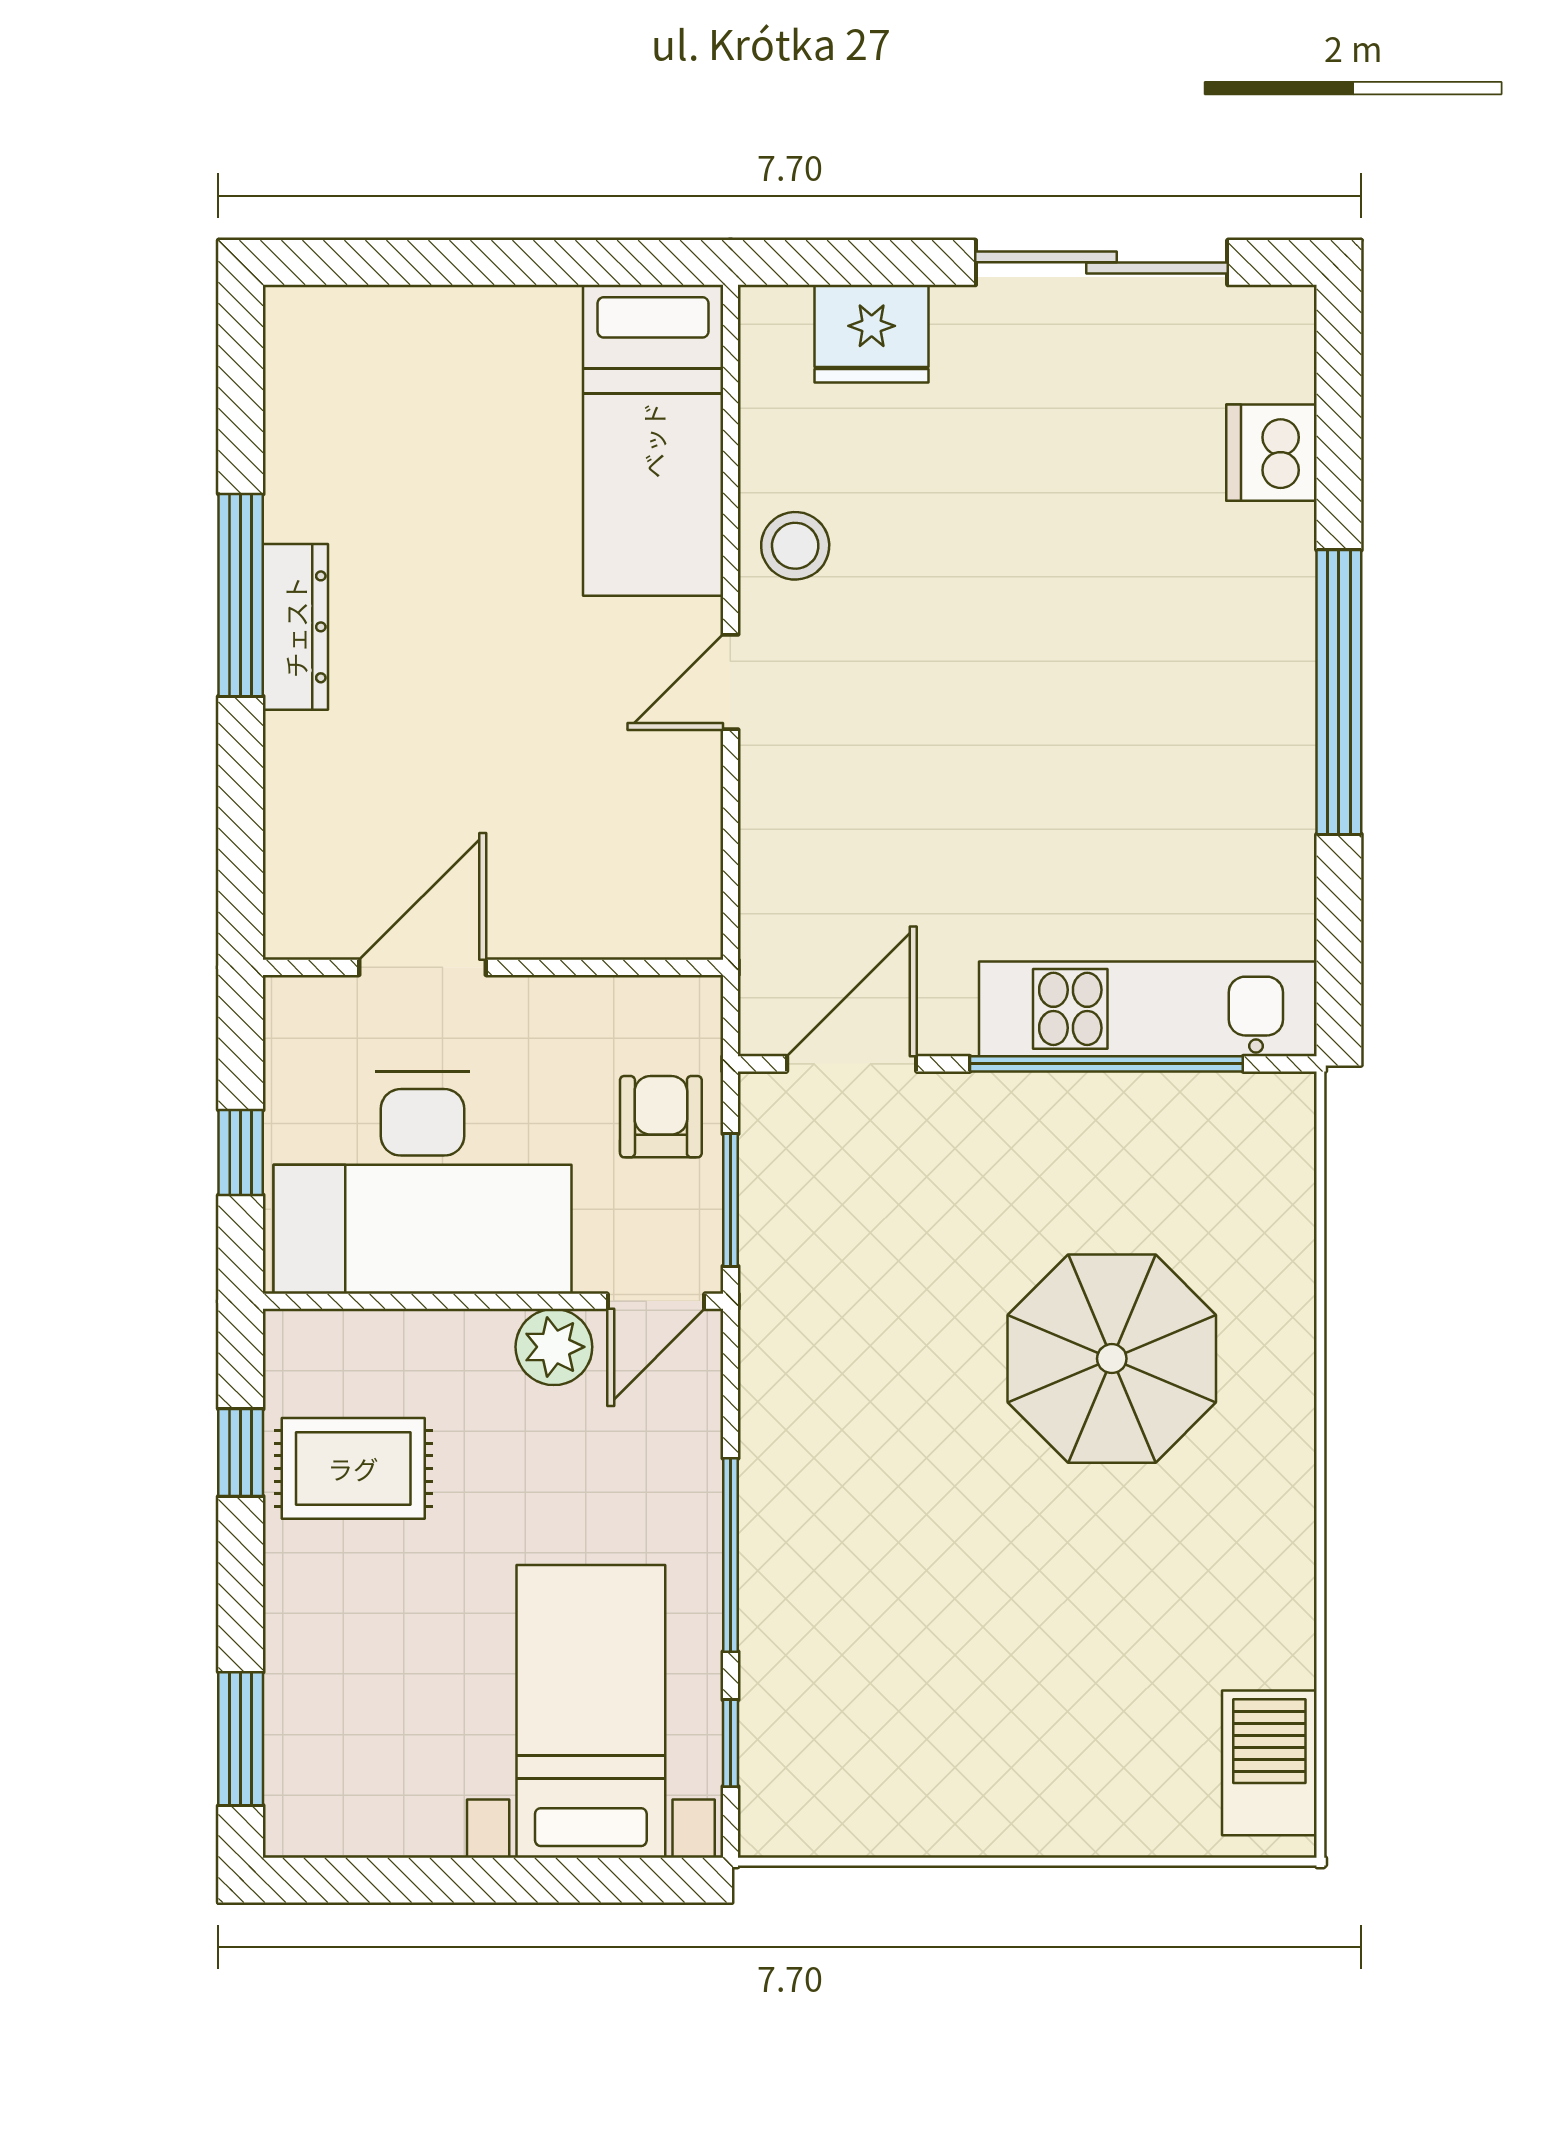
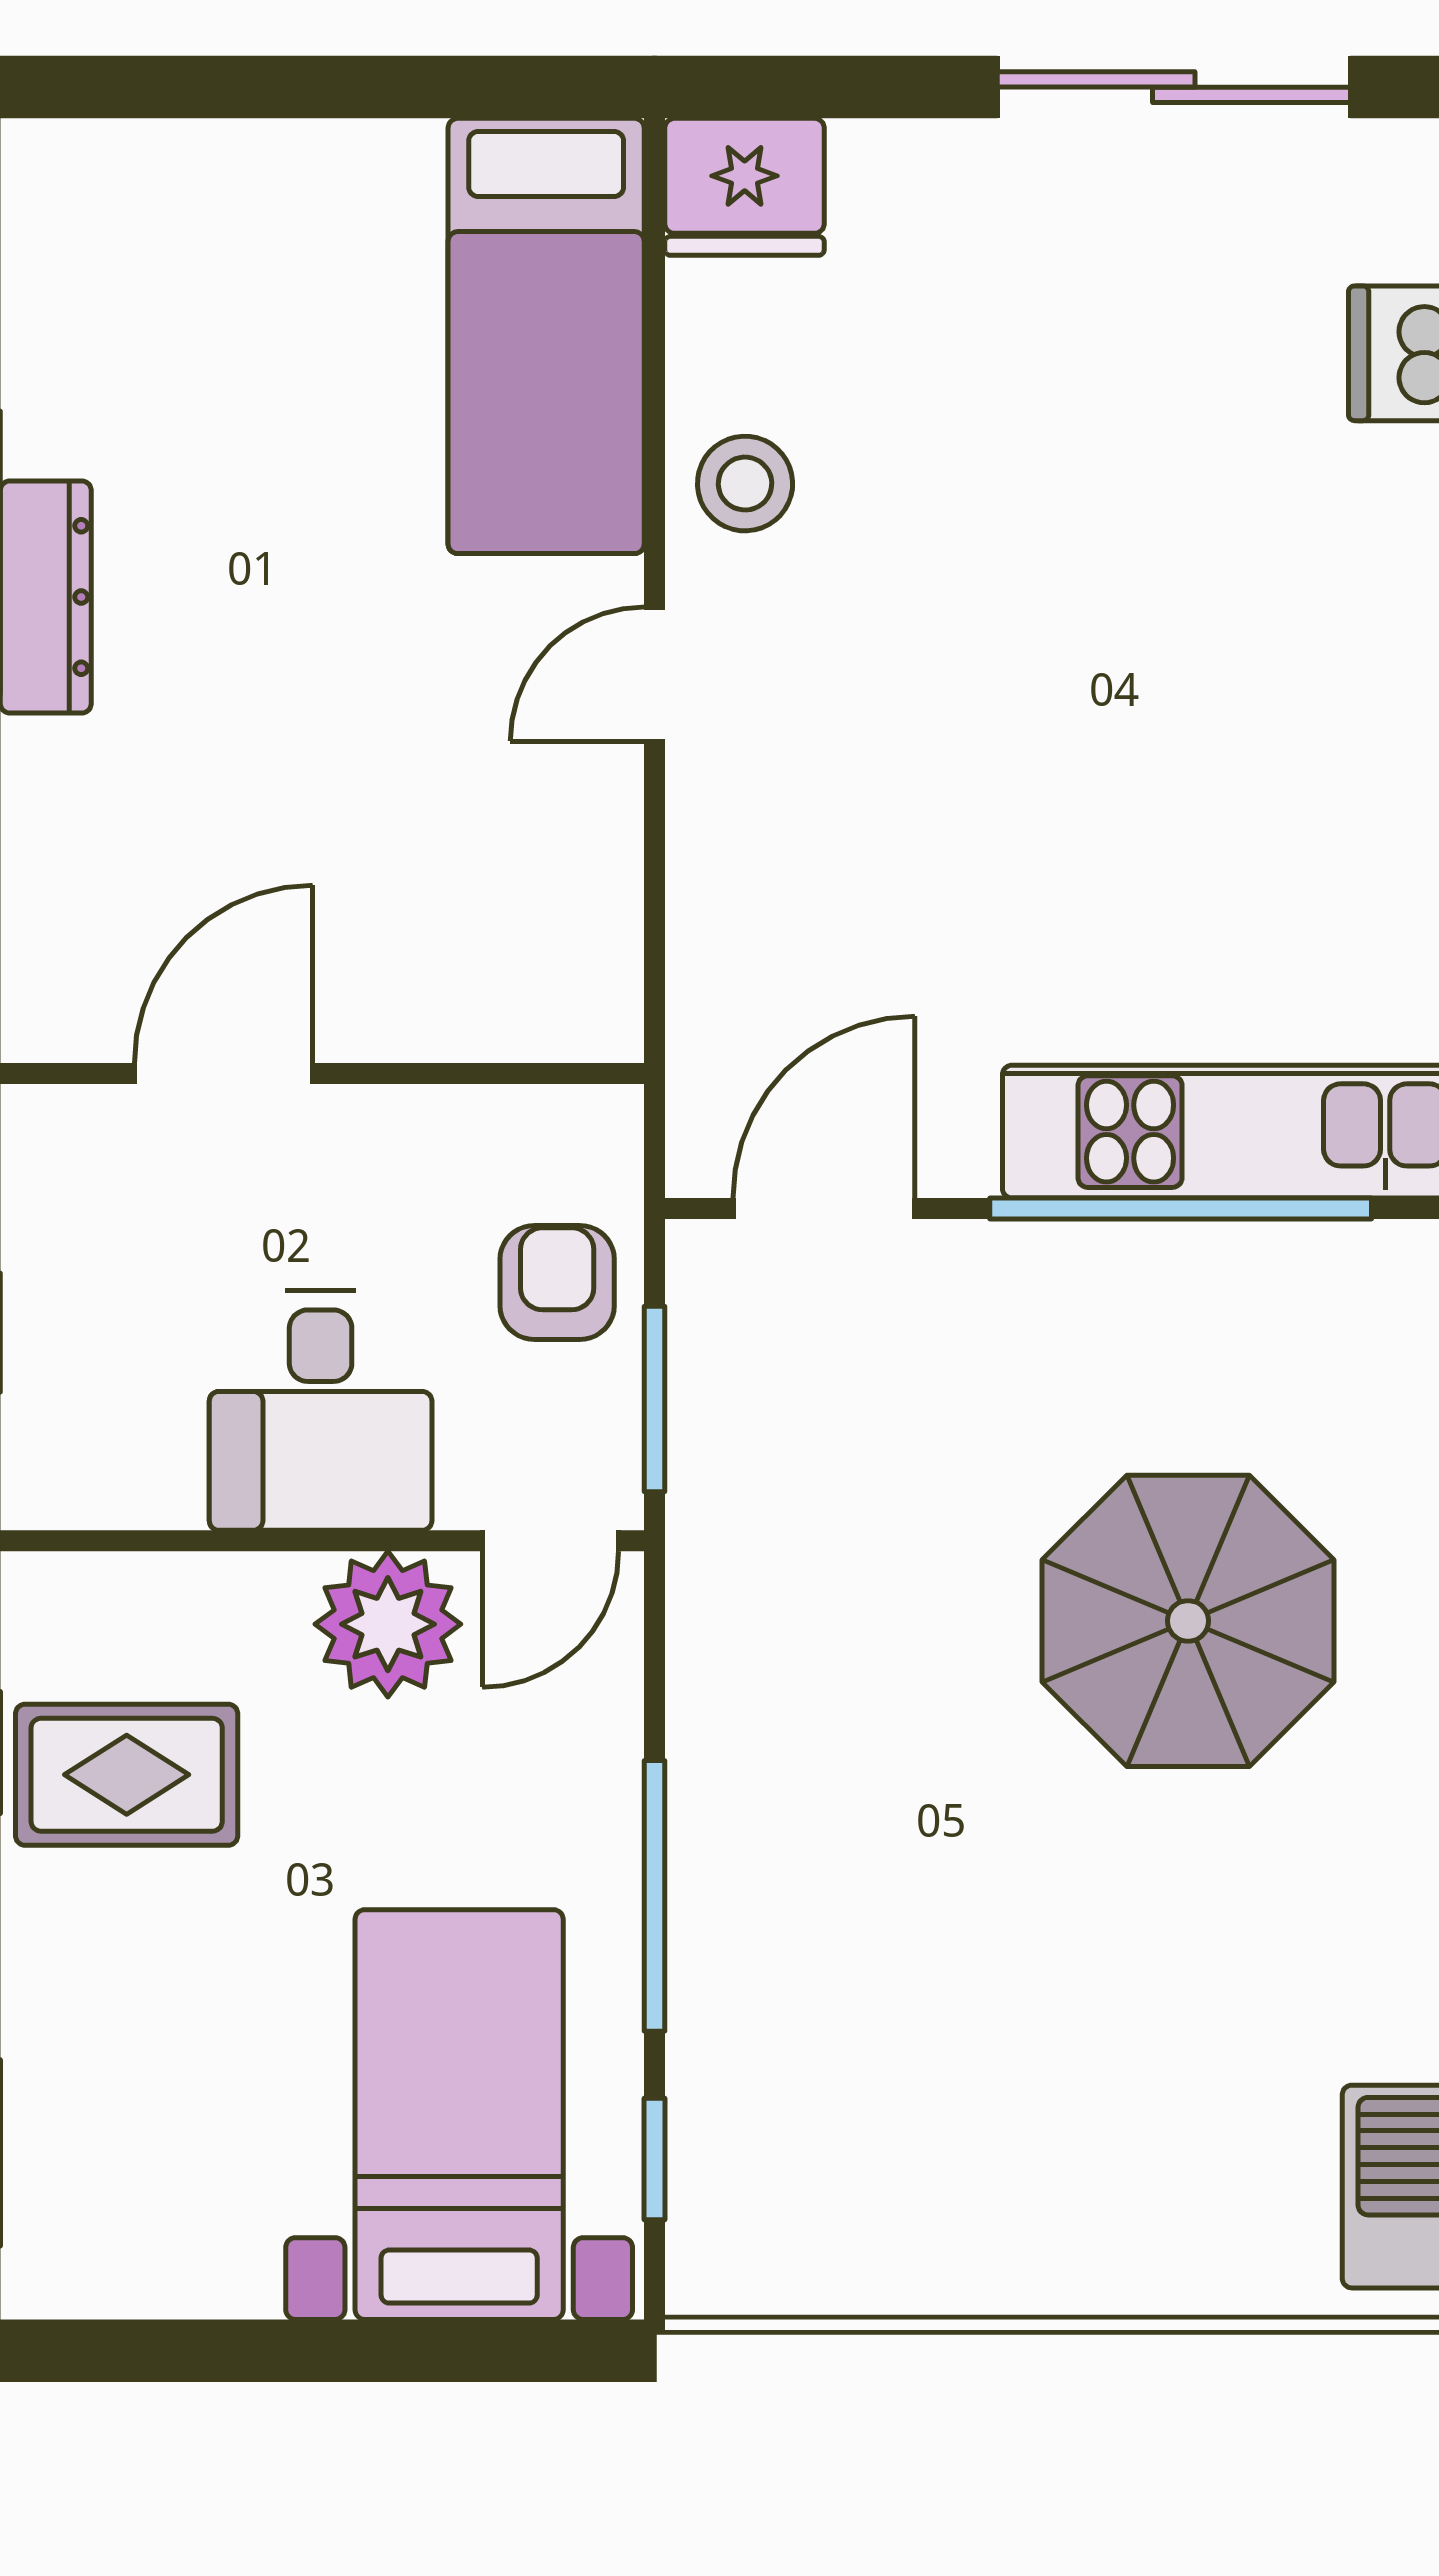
fridge: (872, 334) -> (745, 187), moved
desk: (423, 1182) -> (321, 1410), width x0.53, depth x0.77
plant: (554, 1347) -> (388, 1624), width x1.36, depth x1.36

